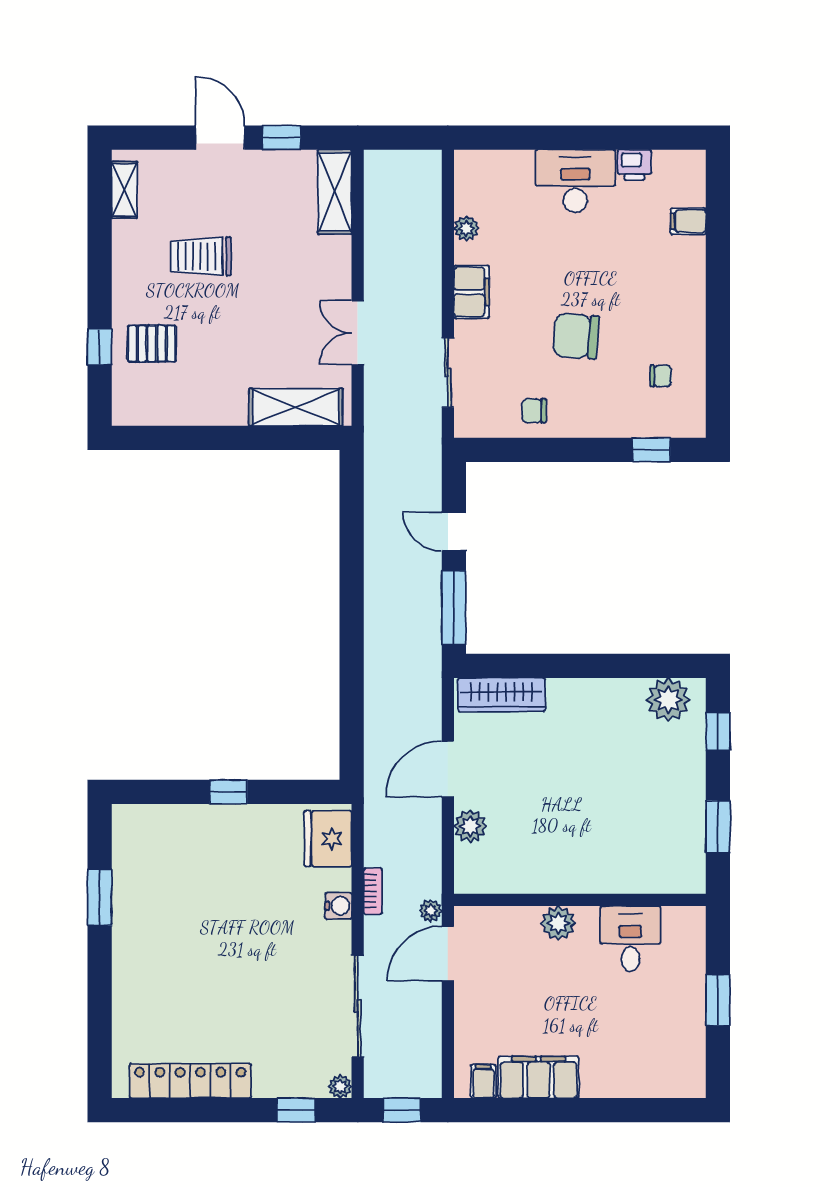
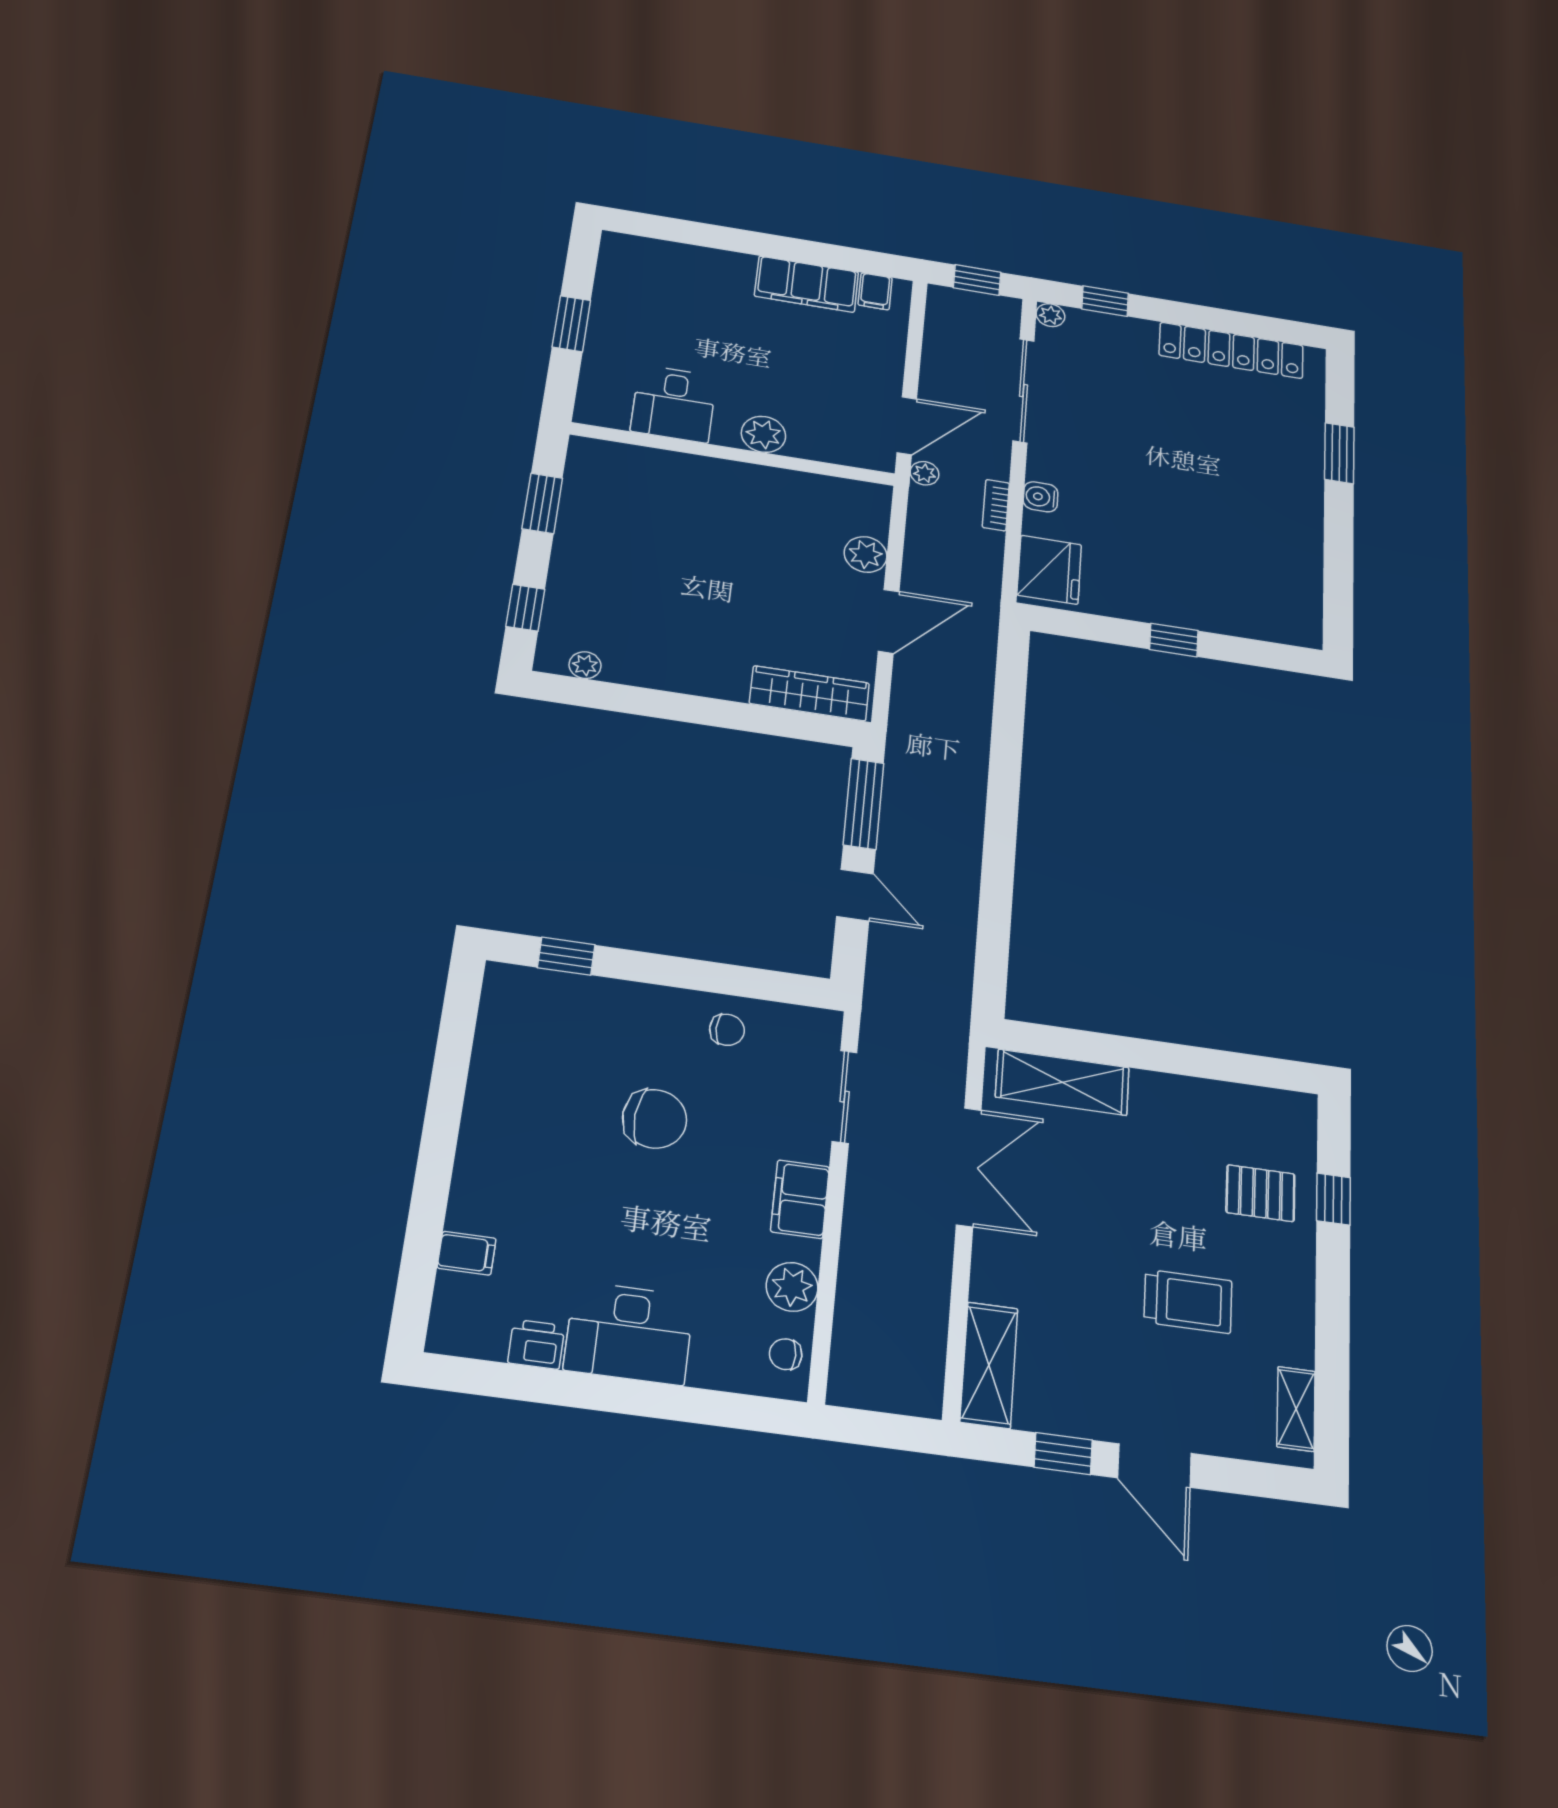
plant: (466, 228) -> (792, 1287), width x1.38, depth x1.38
double door: (358, 333) -> (969, 1167), width x1.37
chair: (661, 376) -> (786, 1354), moved
plant: (668, 700) -> (585, 665), width x0.53, depth x0.53
window: (100, 898) -> (1339, 453), moved

